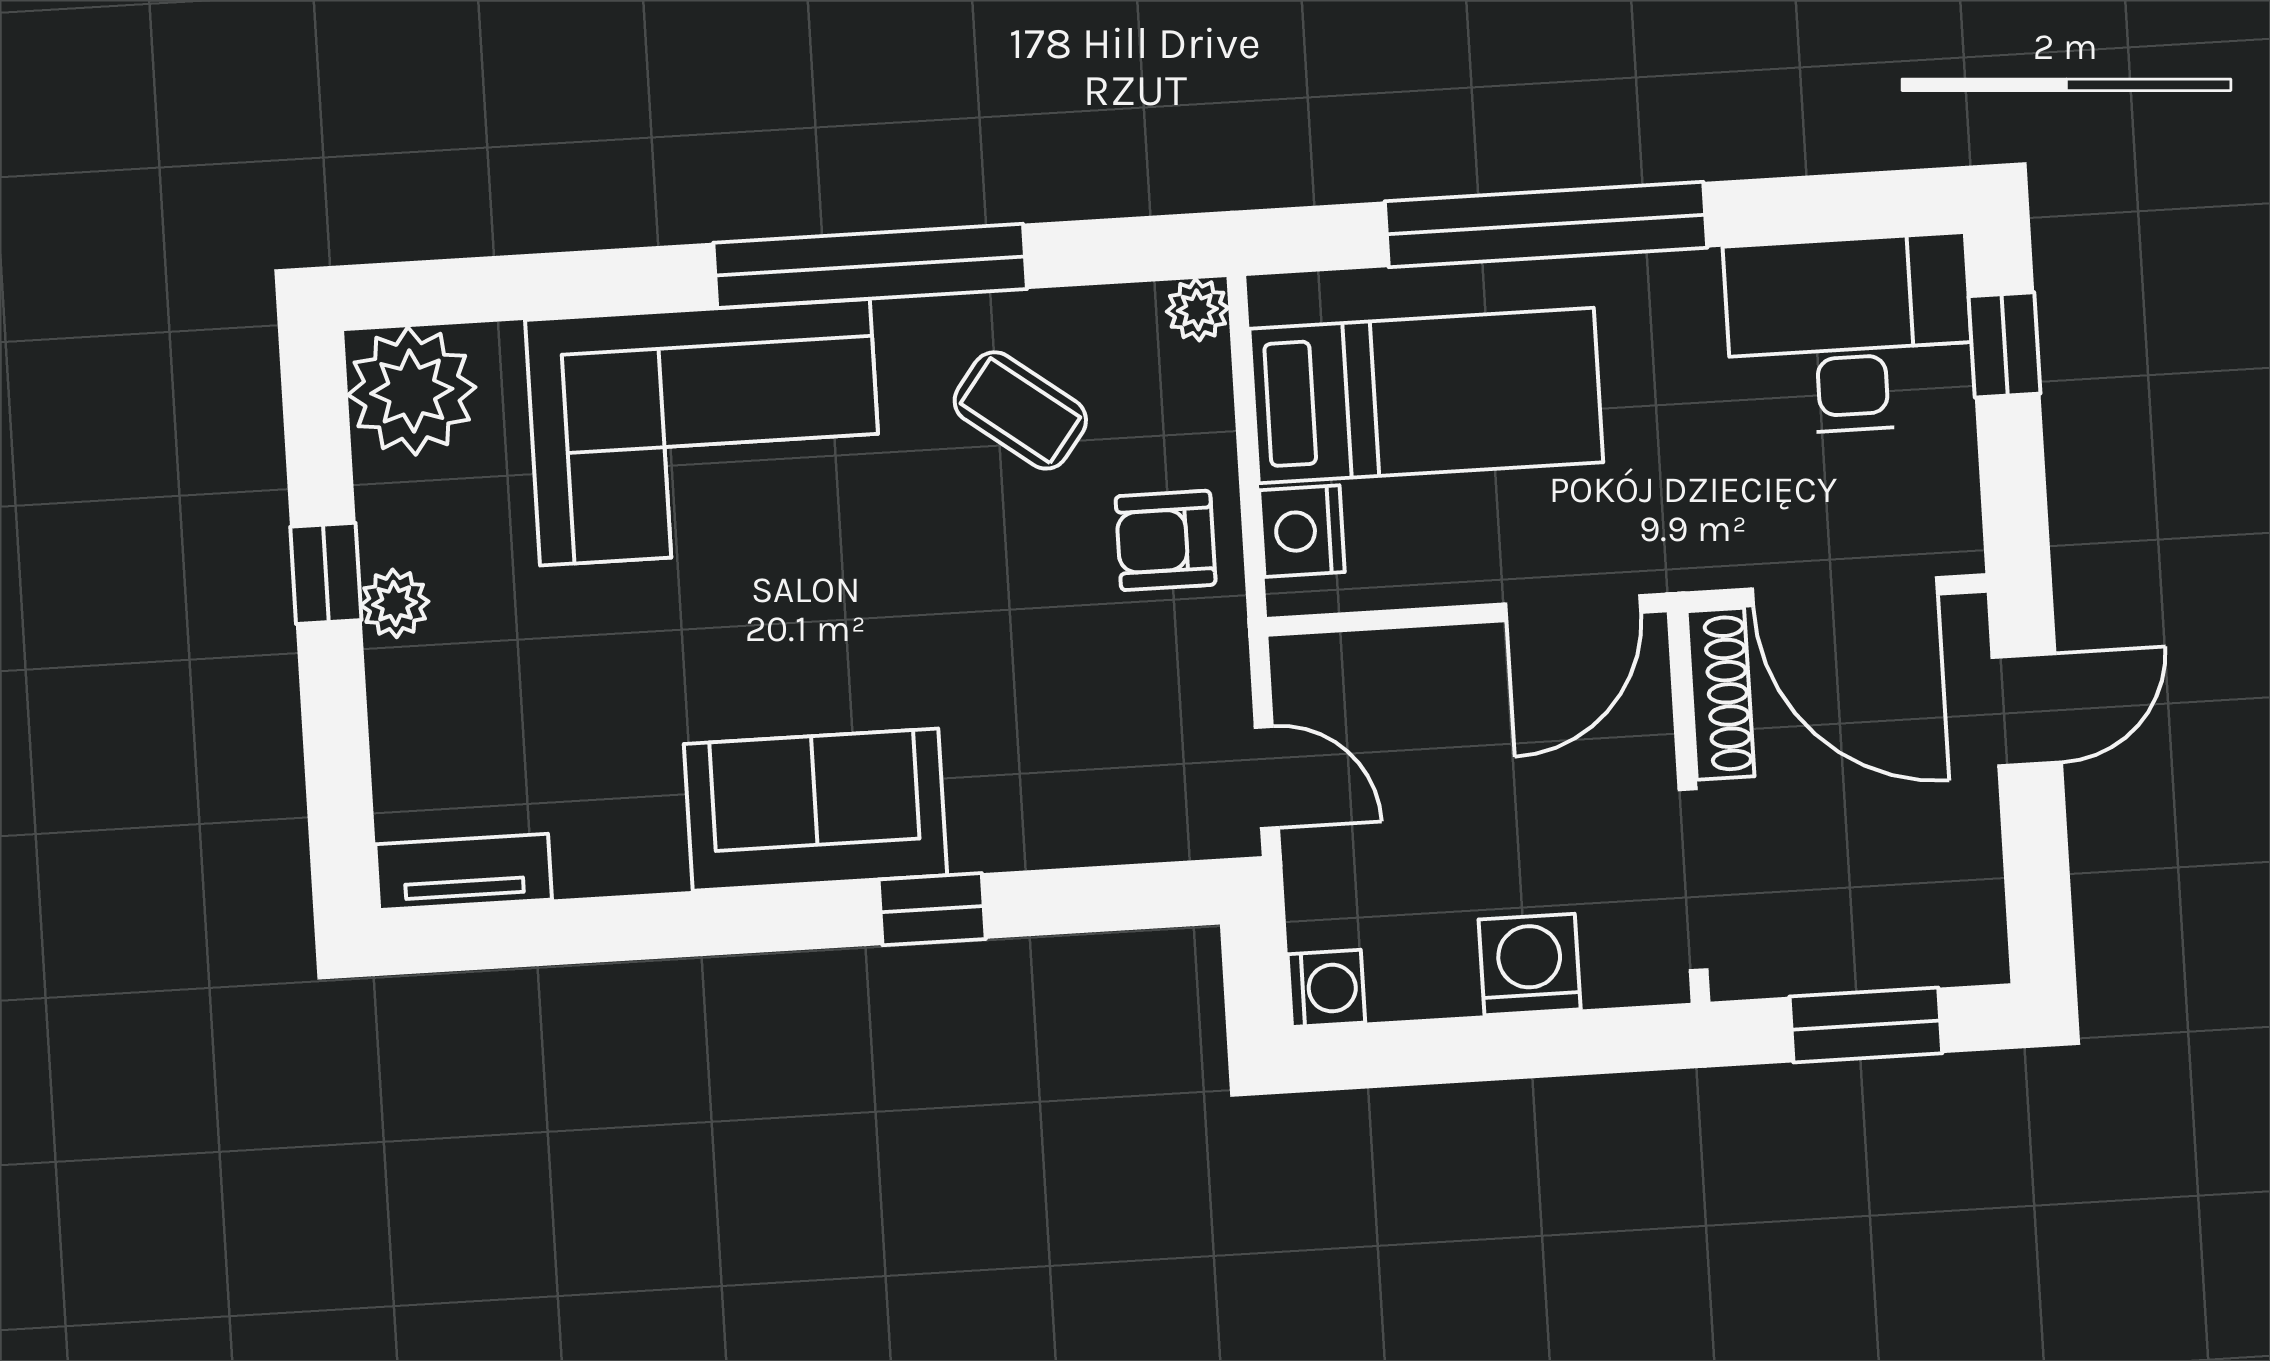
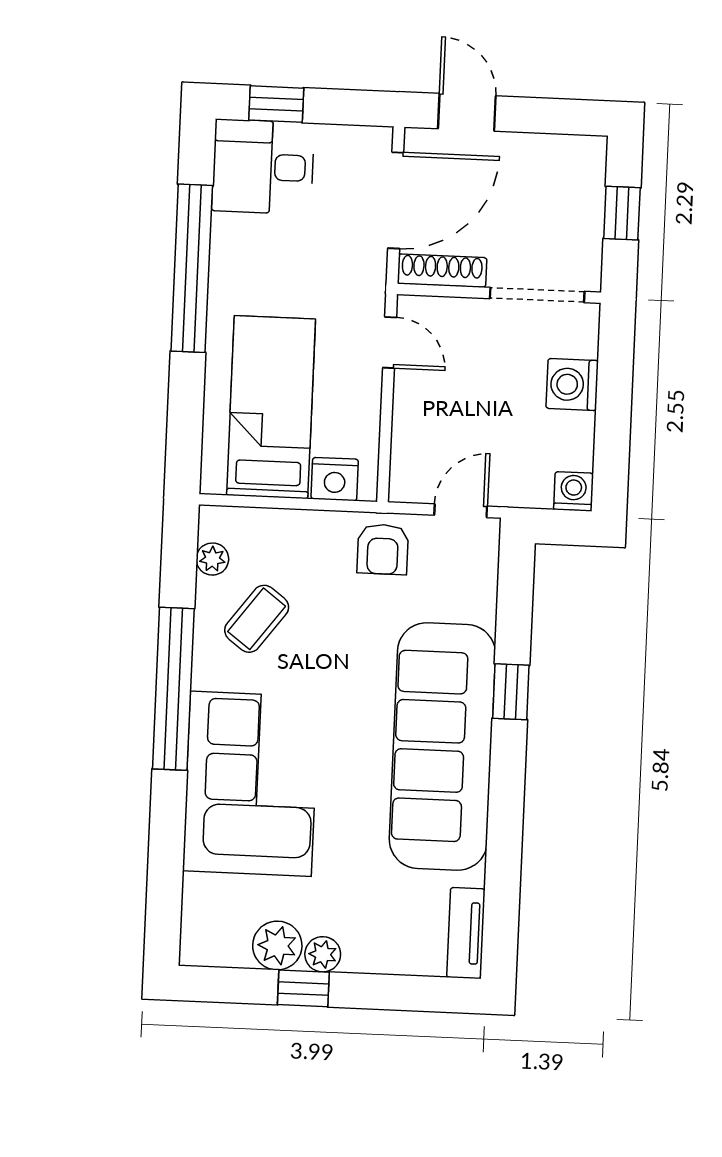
window: (1546, 225) -> (192, 268), moved
plant: (1197, 310) -> (212, 559), moved
desk: (1849, 334) -> (263, 167), width x0.73
plant: (412, 391) -> (277, 946), moved, width x0.73, depth x0.73
armchair: (1166, 540) -> (383, 549), moved
door: (1573, 608) -> (390, 342), width x0.73
sofa: (816, 810) -> (442, 746), width x1.85, depth x1.27
window: (1866, 1025) -> (622, 213), width x0.67

